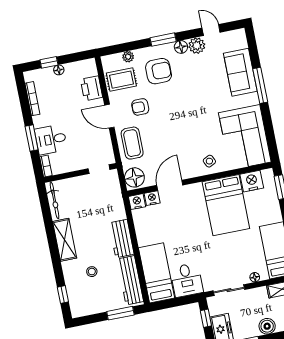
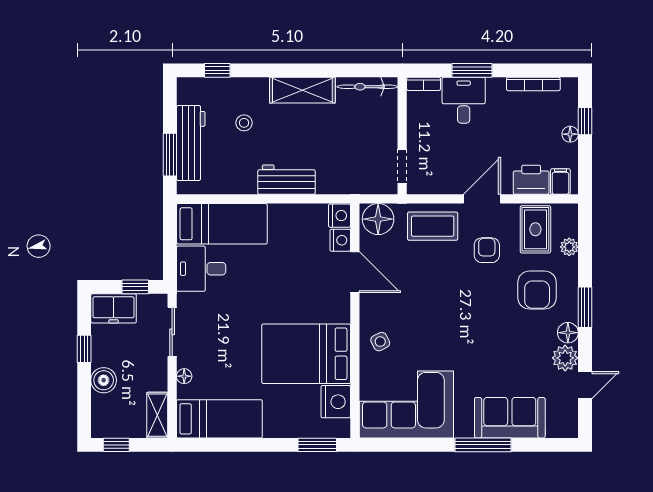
filing cabinet: (89, 70) -> (560, 181), added
workbench: (130, 280) -> (191, 143), moved, turned 90

